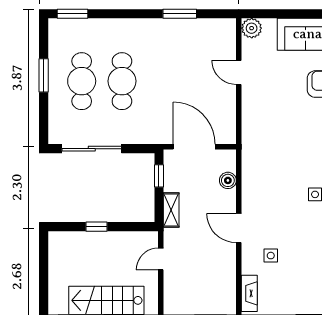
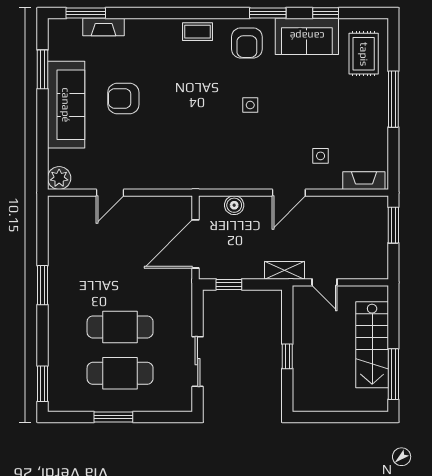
window: (180, 14) -> (43, 285), moved
sliding door: (92, 149) -> (198, 362), width x0.73
shelving: (171, 210) -> (285, 270), moved

